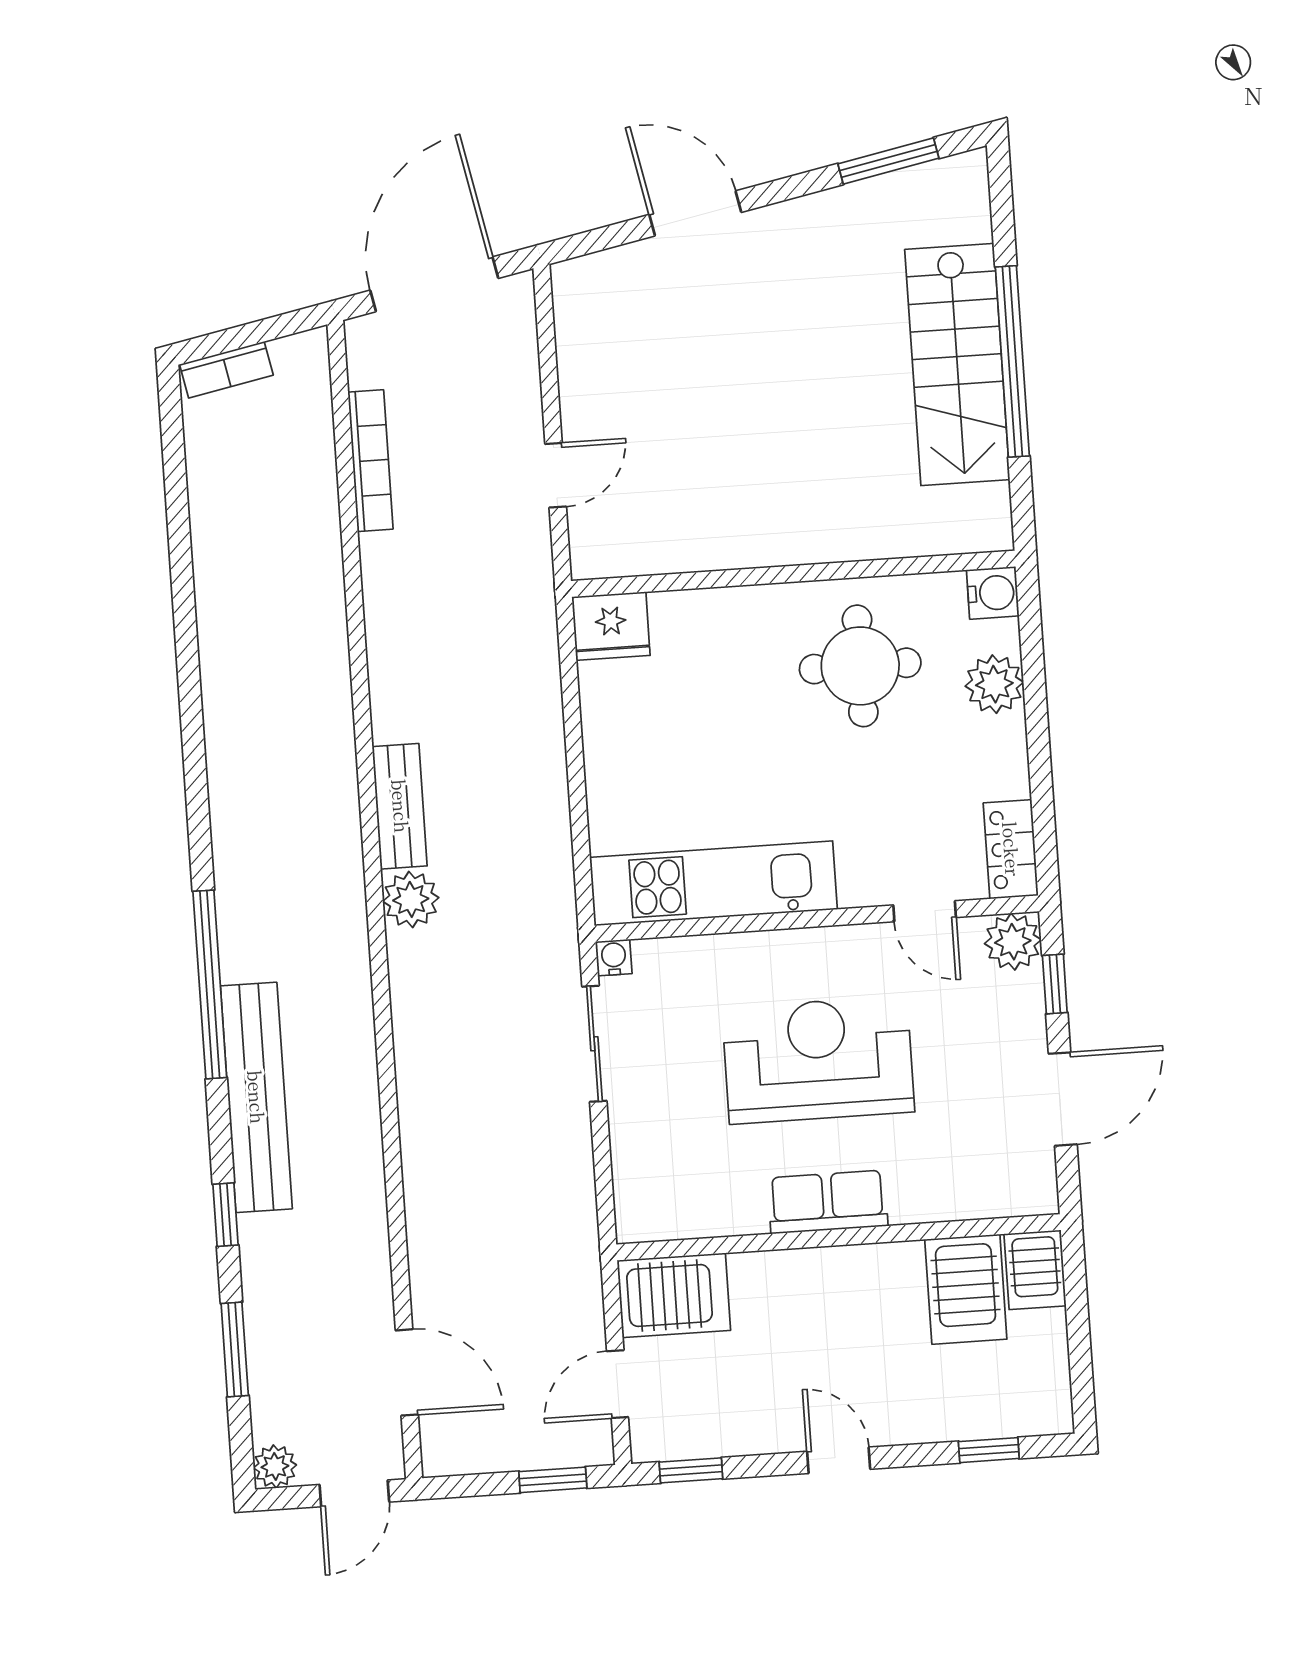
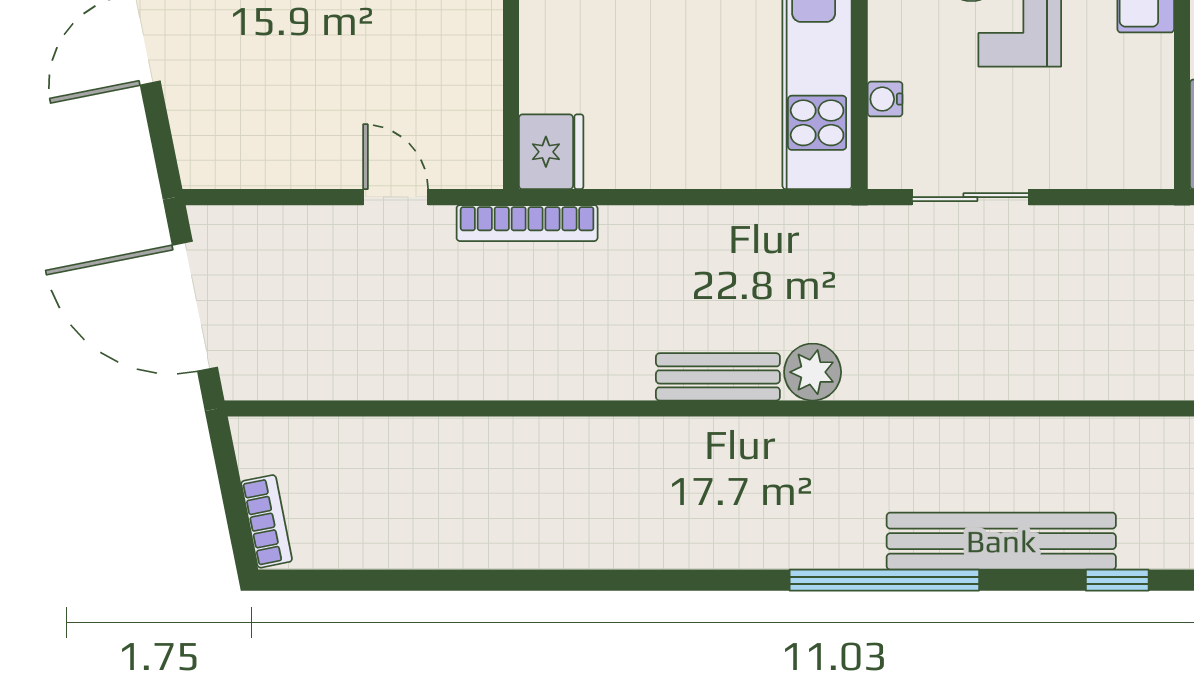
bookcase: (371, 461) -> (527, 223), moved, turned 180
water cooler: (614, 958) -> (885, 99), moved

